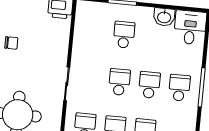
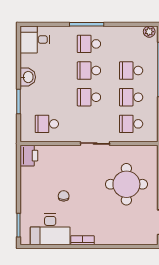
washbasin: (164, 17) -> (28, 77), moved
school desk: (124, 35) -> (47, 124), moved

